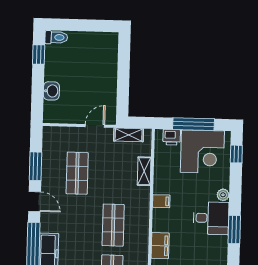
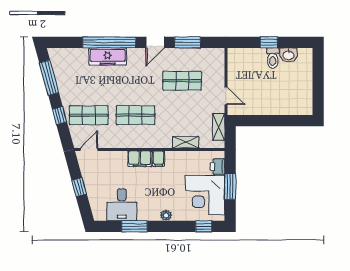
toilet: (56, 37) -> (273, 58), moved
window: (39, 55) -> (269, 42), moved
washbasin: (51, 91) -> (289, 55), moved
window: (194, 124) -> (230, 186), width x0.69
desk: (211, 218) -> (122, 205), moved
filing cabinet: (160, 246) -> (140, 159), moved

